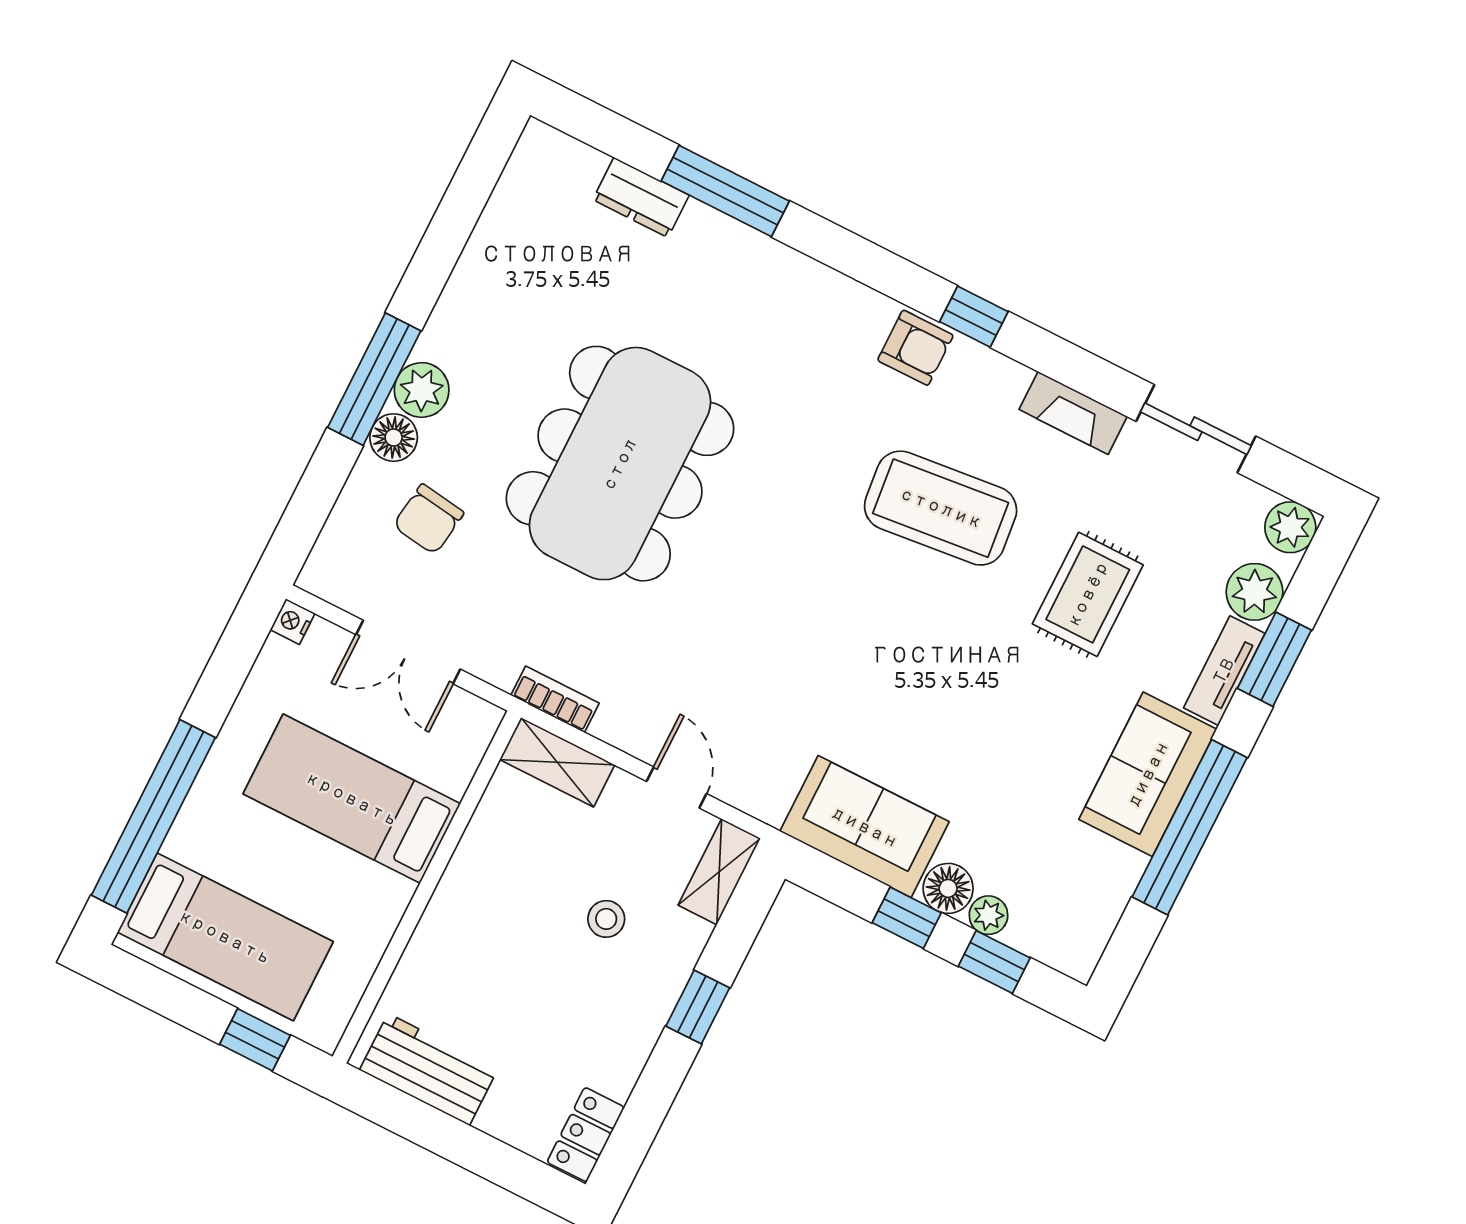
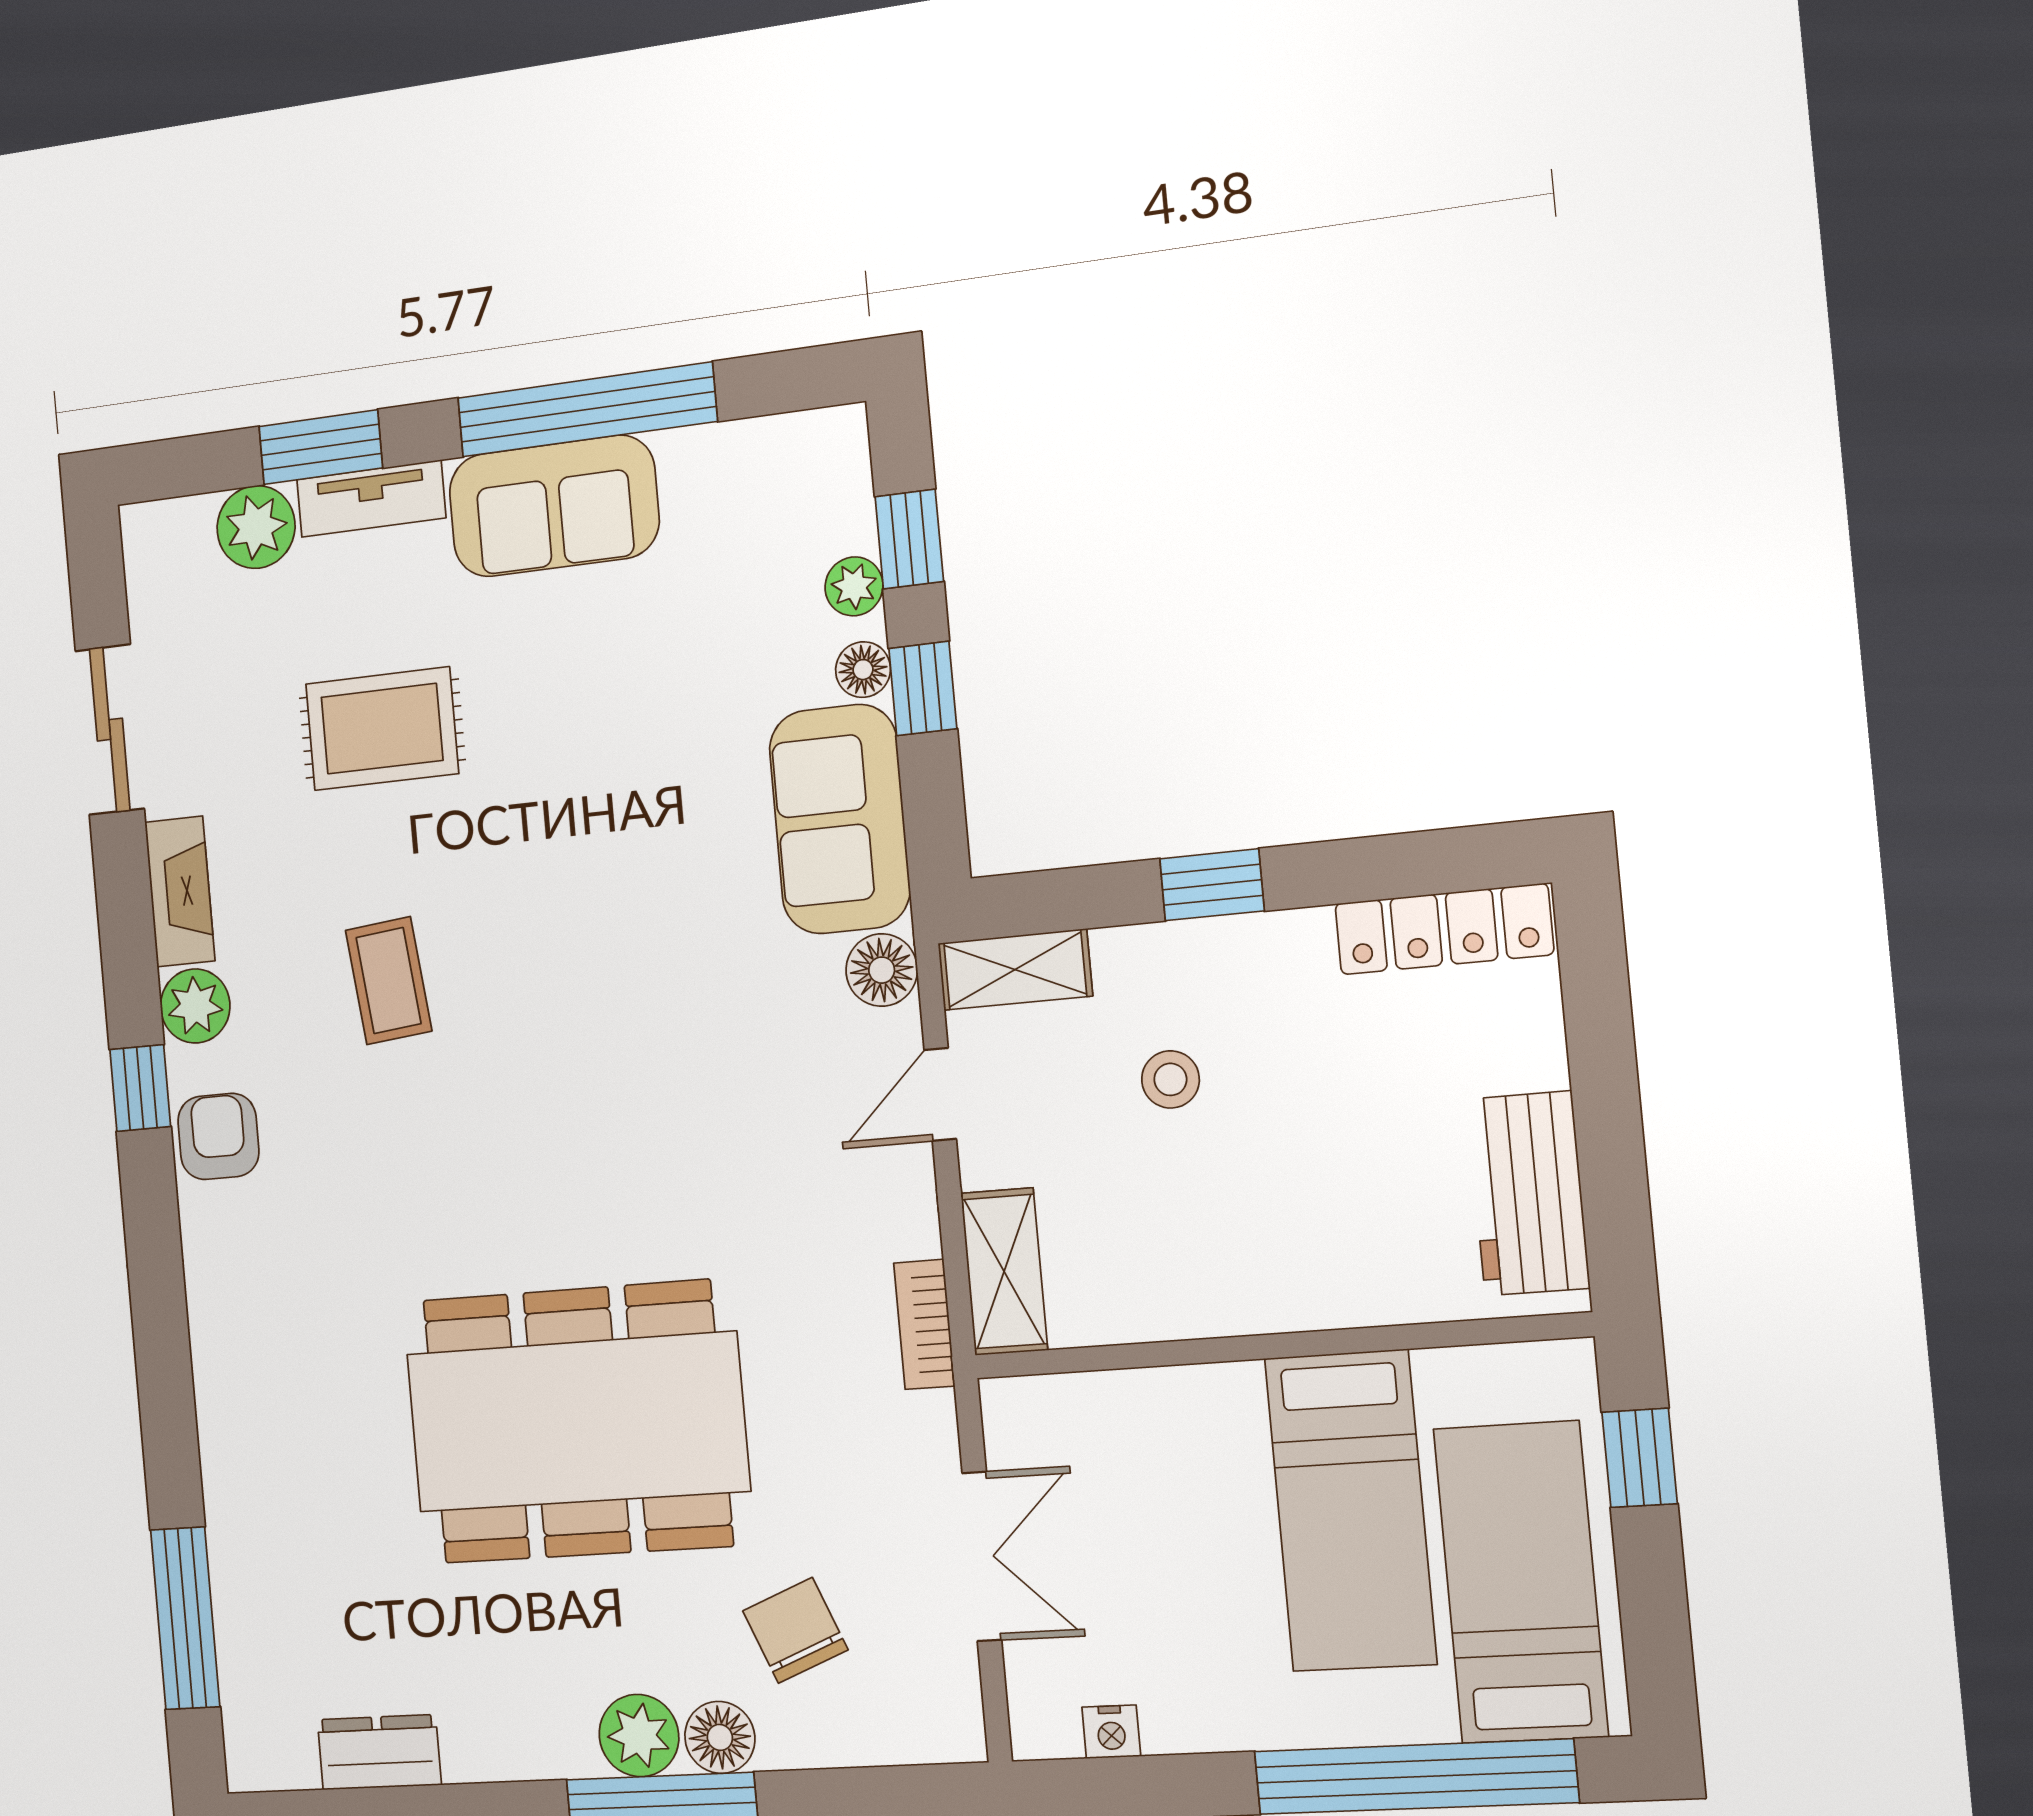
window: (725, 191) -> (185, 1618), moved
dresser: (641, 197) -> (379, 1752), moved, turned -90
coffee table: (941, 508) -> (389, 981), width x0.54, depth x0.58
chair: (428, 519) -> (795, 1630), turned -120
plant: (1290, 527) -> (195, 1006), moved
nightstand: (293, 622) -> (1111, 1732), moved
floor lamp: (766, 798) -> (882, 970), added
bed: (352, 799) -> (1350, 1511), moved
floor lamp: (948, 888) -> (863, 670), width x0.73, depth x0.73
locker: (586, 1135) -> (1444, 929), width x1.53

